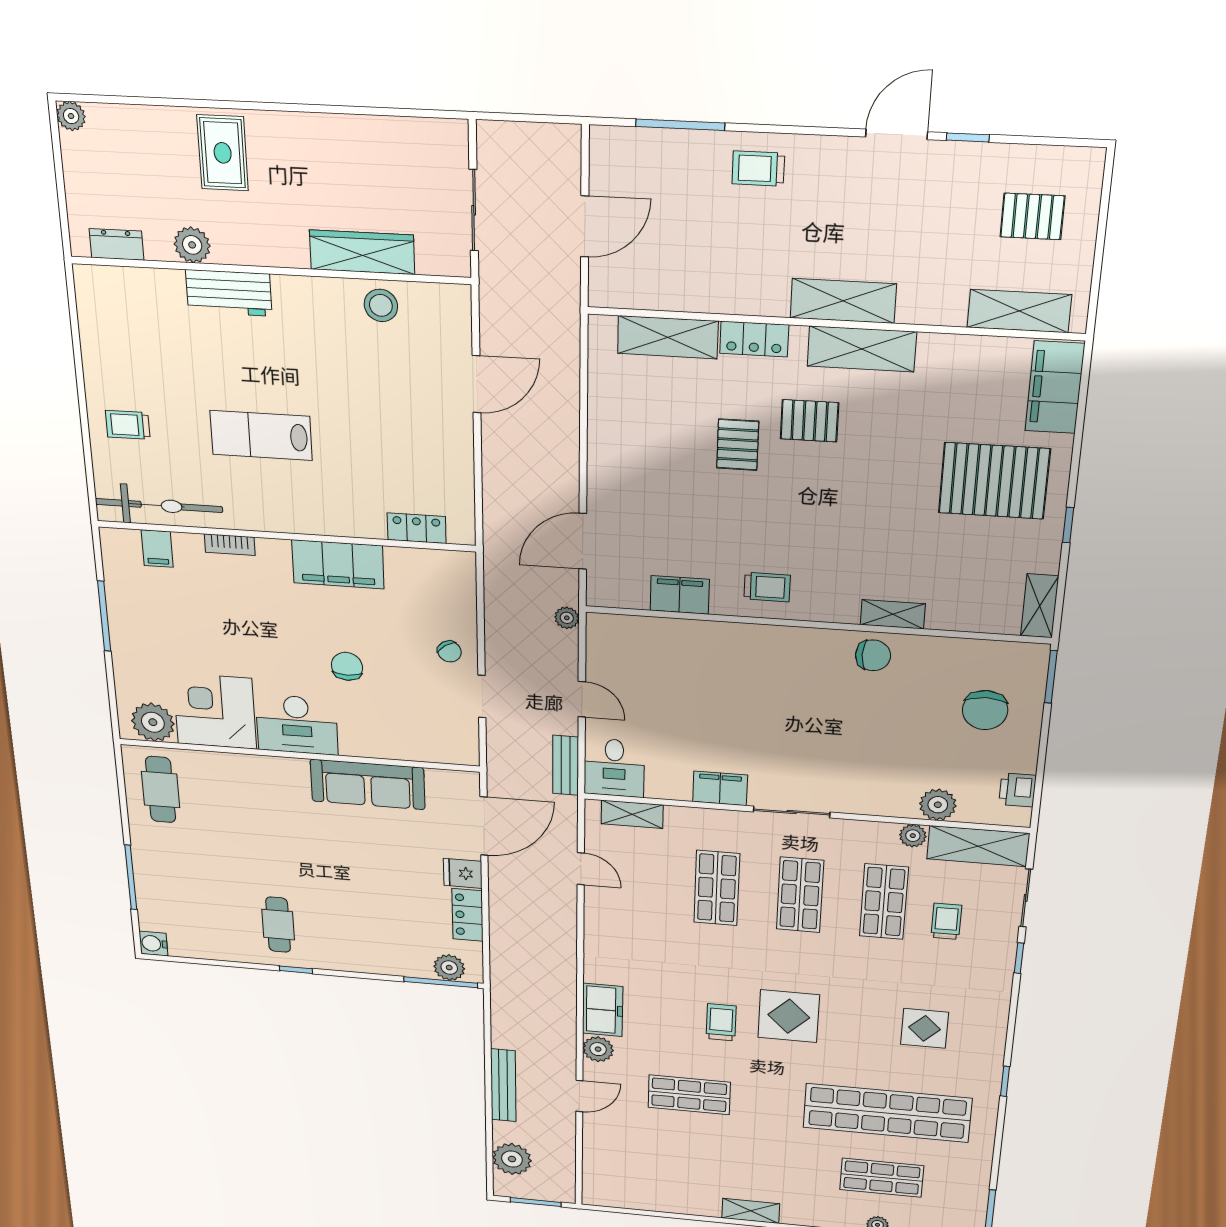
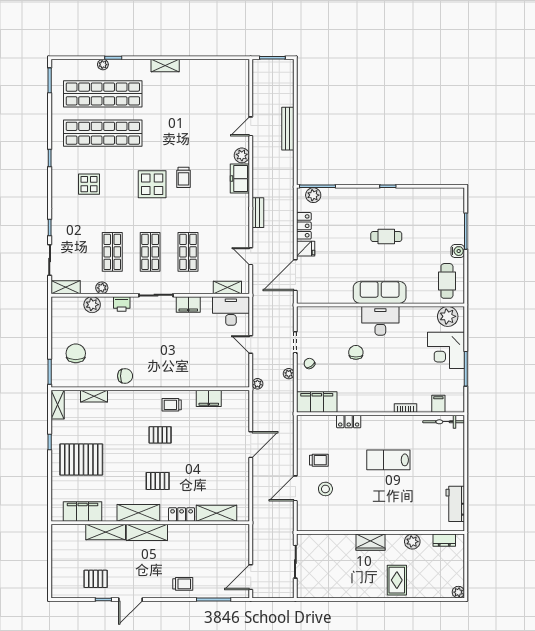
pallet: (1032, 216) -> (96, 579), moved
door: (585, 226) -> (251, 577), moved
wardrobe: (362, 252) -> (371, 542), moved, width x0.67
workbench: (229, 293) -> (455, 504), moved, turned -90
stool: (381, 305) -> (325, 489), moved
shelving: (1019, 311) -> (106, 532), moved
filing cabinet: (1055, 387) -> (83, 511), moved, turned -90
trolley: (128, 425) -> (319, 460), moved
lab bench: (261, 435) -> (388, 460), turned 180
pallet: (738, 445) -> (160, 435), moved, turned 90
bicycle: (159, 506) -> (444, 422), width x0.73, depth x0.71
locker: (417, 528) -> (349, 422), moved
door: (583, 541) -> (251, 445), moved
filing cabinet: (338, 564) -> (317, 402), moved
shelving: (893, 614) -> (94, 396), moved
chair: (873, 655) -> (125, 376), turned 180
chair: (347, 666) -> (356, 352), turned 180
corner desk: (215, 711) -> (446, 350), moved, turned 90
bench: (566, 765) -> (258, 213), moved
desk: (614, 768) -> (231, 311), width x1.37
sofa: (368, 784) -> (380, 292), moved
printer: (1017, 790) -> (122, 304), moved, turned 90
shelving: (978, 846) -> (66, 287), width x0.67, depth x0.75
trolley: (946, 921) -> (84, 244), removed
cafe table: (278, 925) -> (386, 237), moved, turned 90
water cooler: (153, 944) -> (458, 251), moved
shop shelf: (689, 1095) -> (197, 133), removed
plant: (512, 1159) -> (289, 374), moved, width x0.53, depth x0.53
shop shelf: (882, 1178) -> (103, 94), width x2.00, depth x1.36

